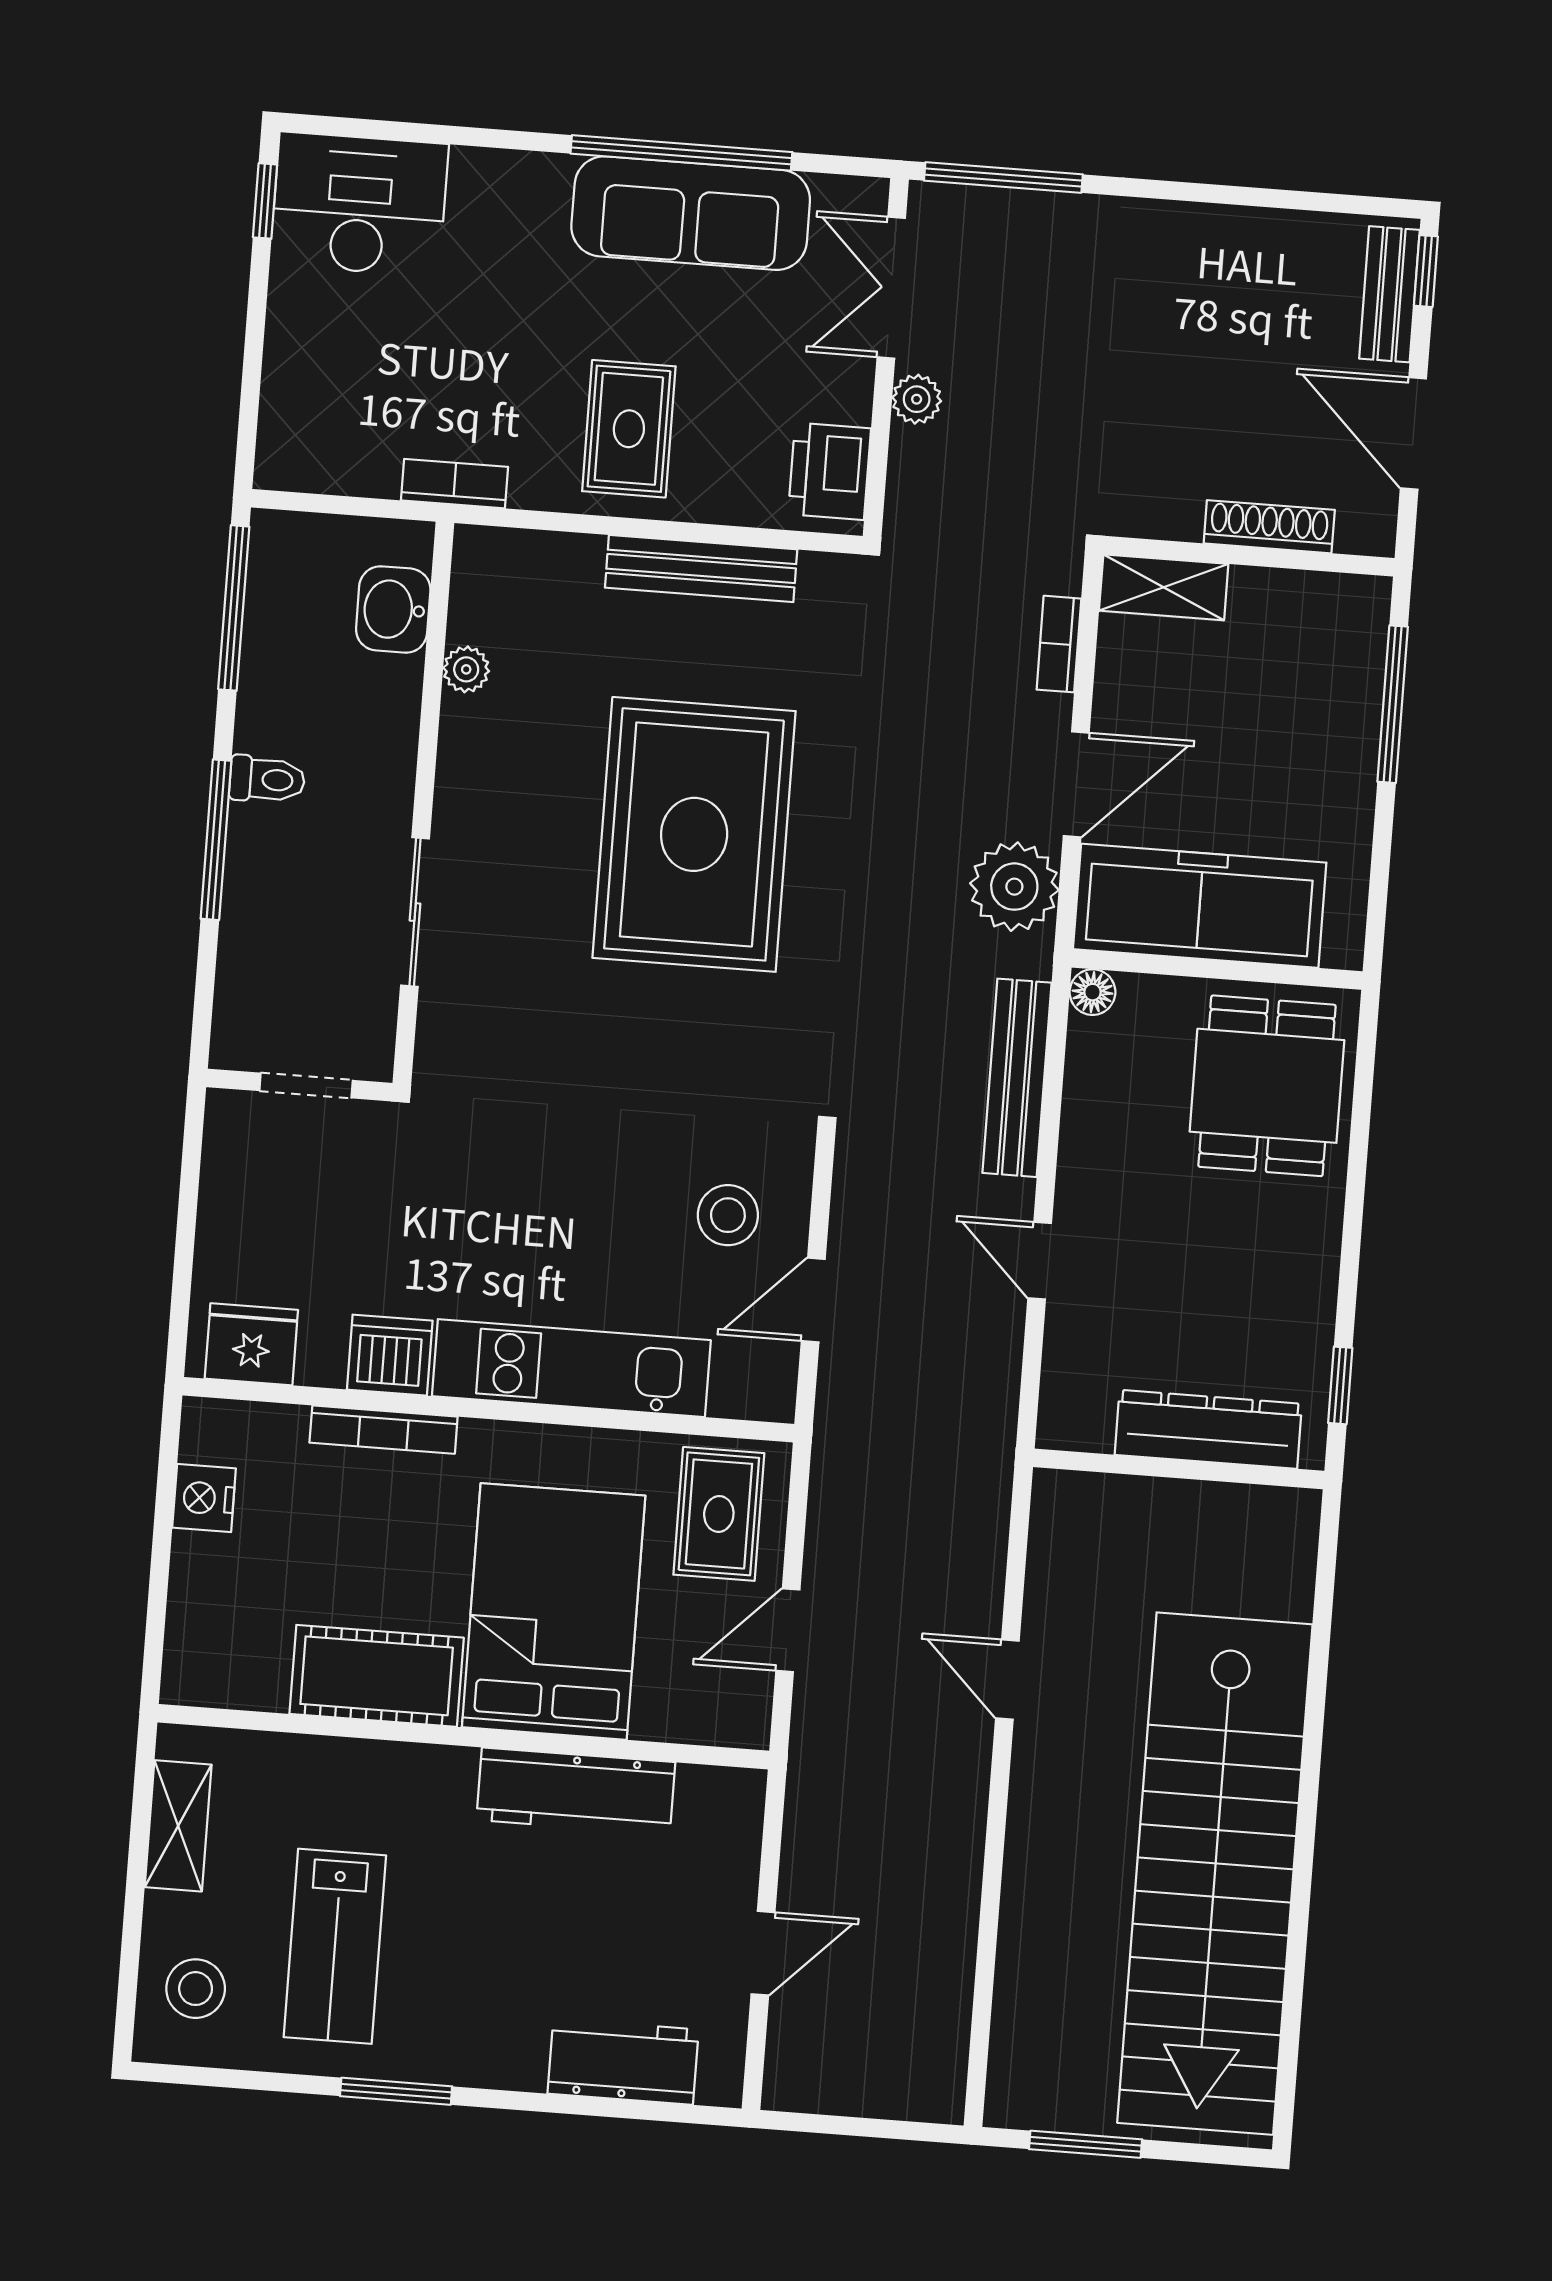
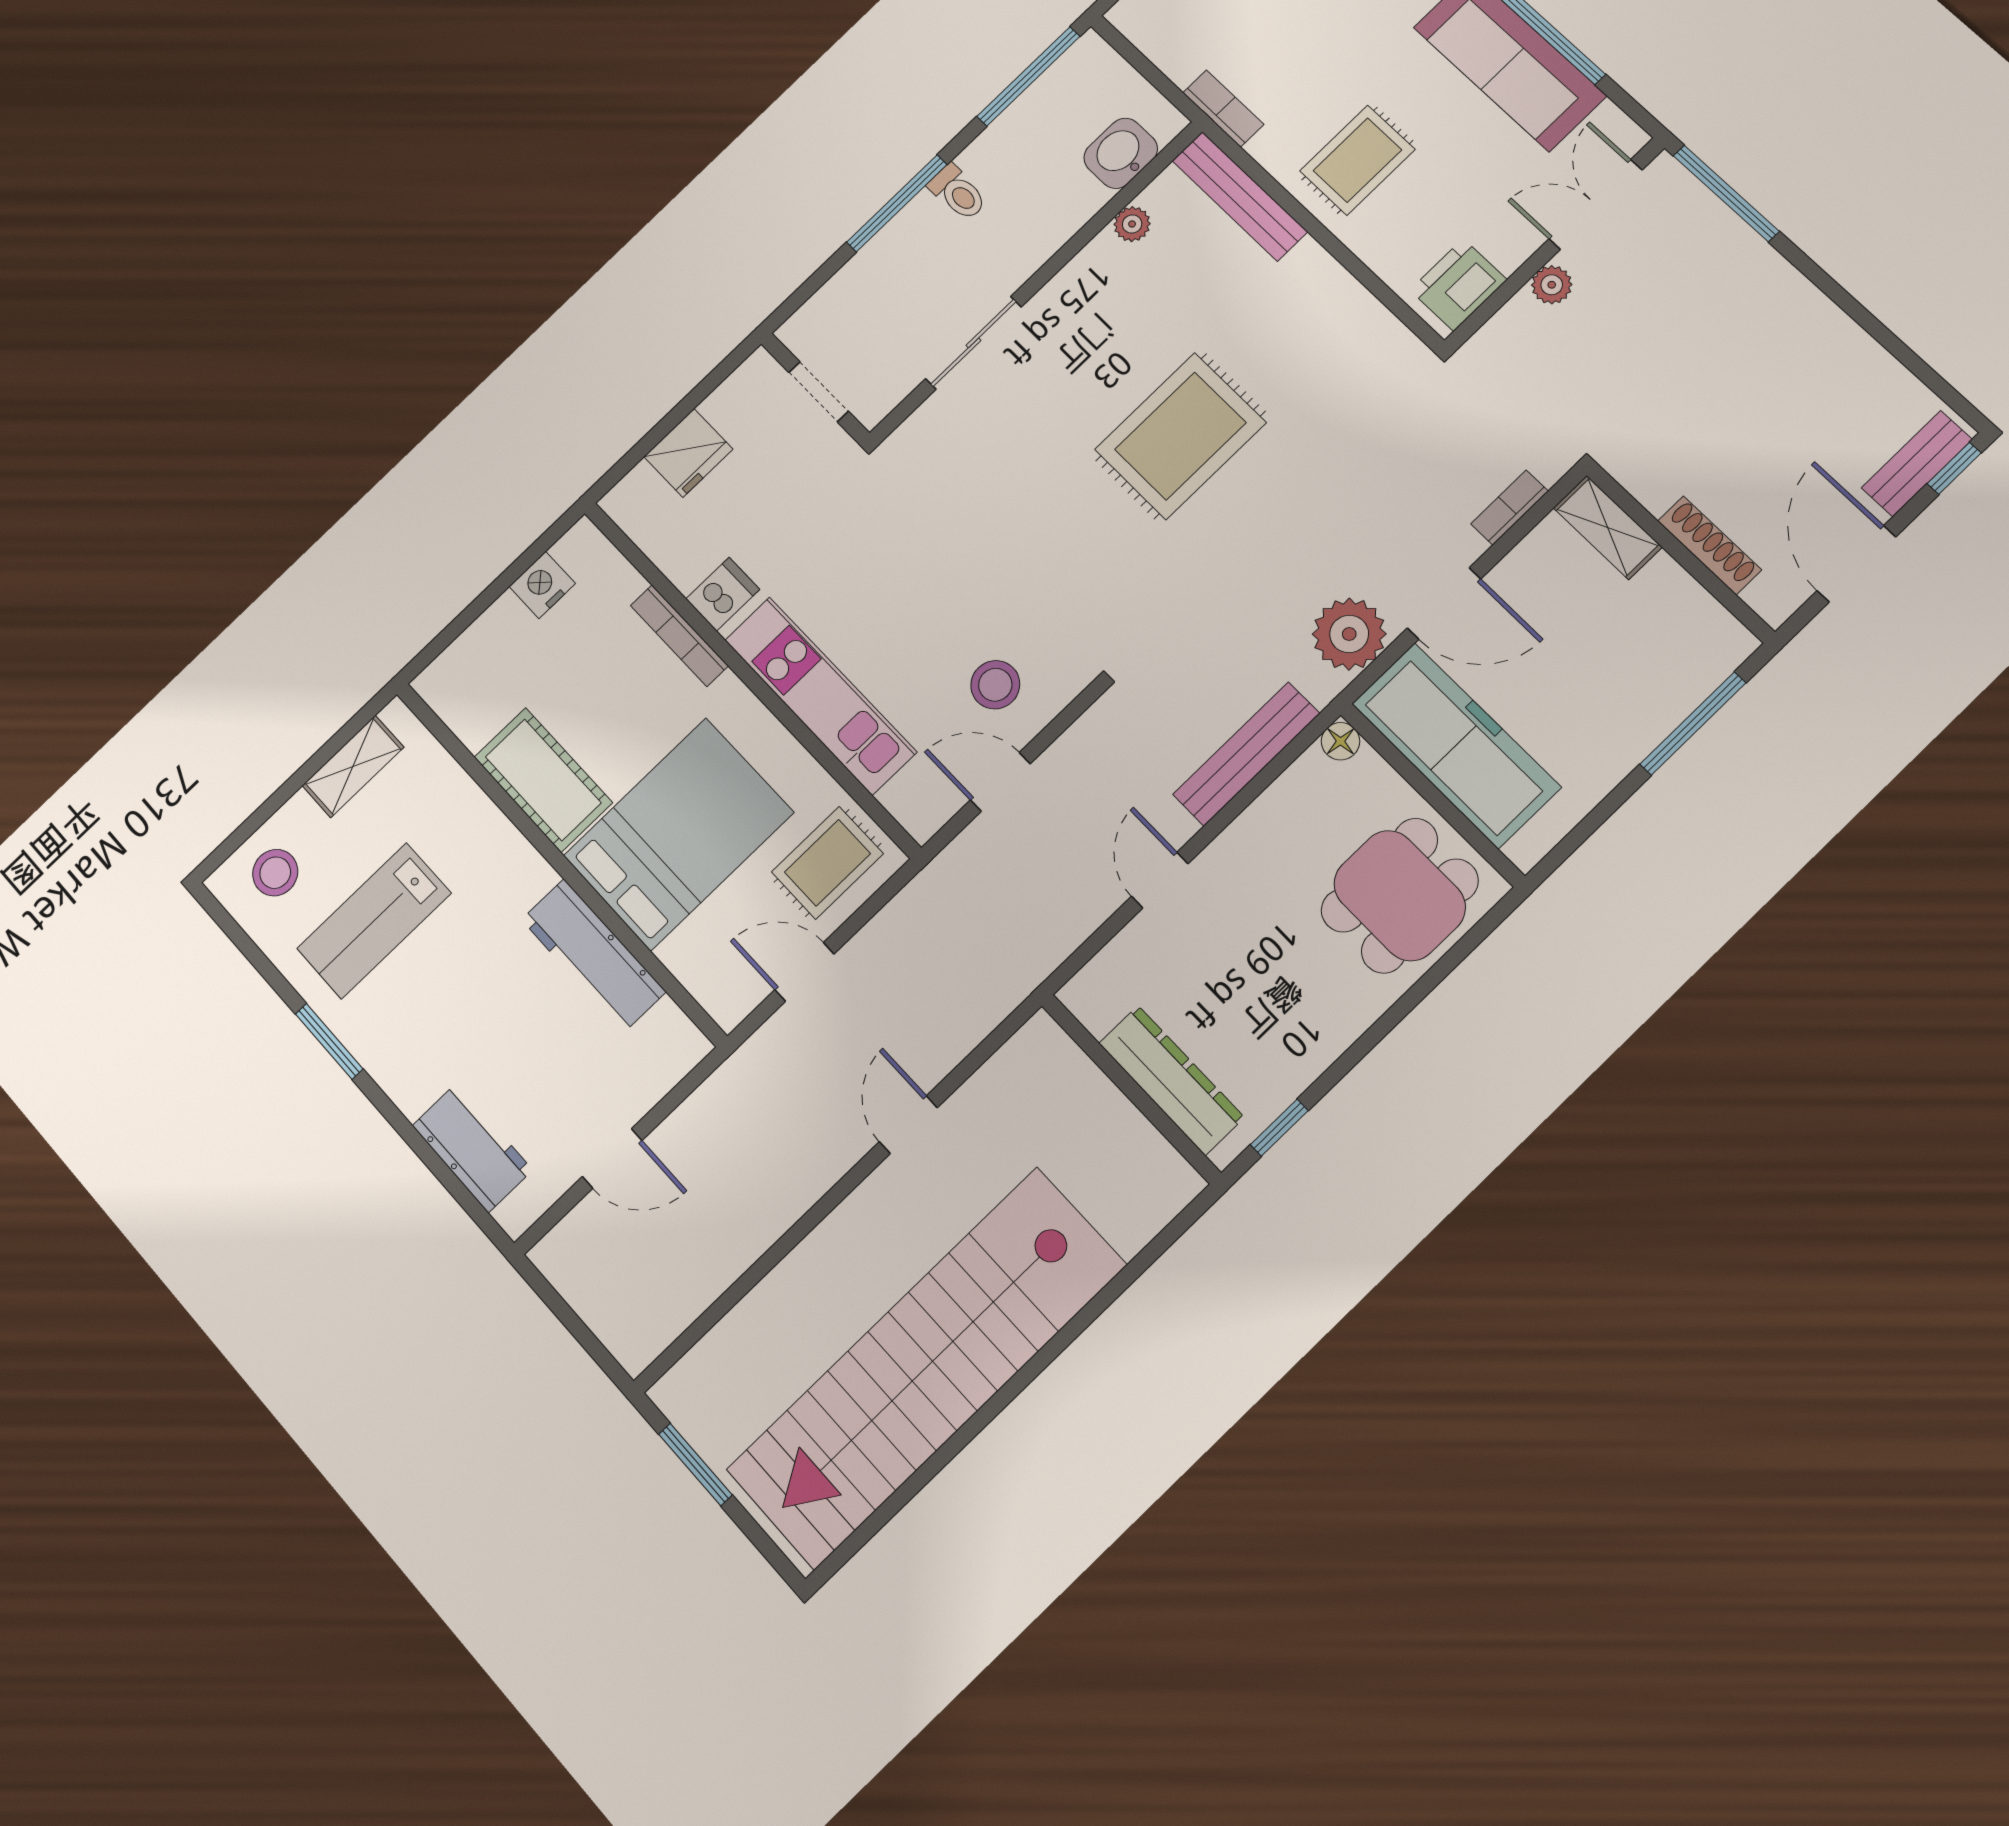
bench: (701, 569) -> (1240, 196), moved
rug: (694, 834) -> (1180, 436), width x0.73, depth x0.69
fridge: (251, 1344) -> (688, 453), moved, turned 90
dishwasher: (390, 1355) -> (723, 594), width x0.73

